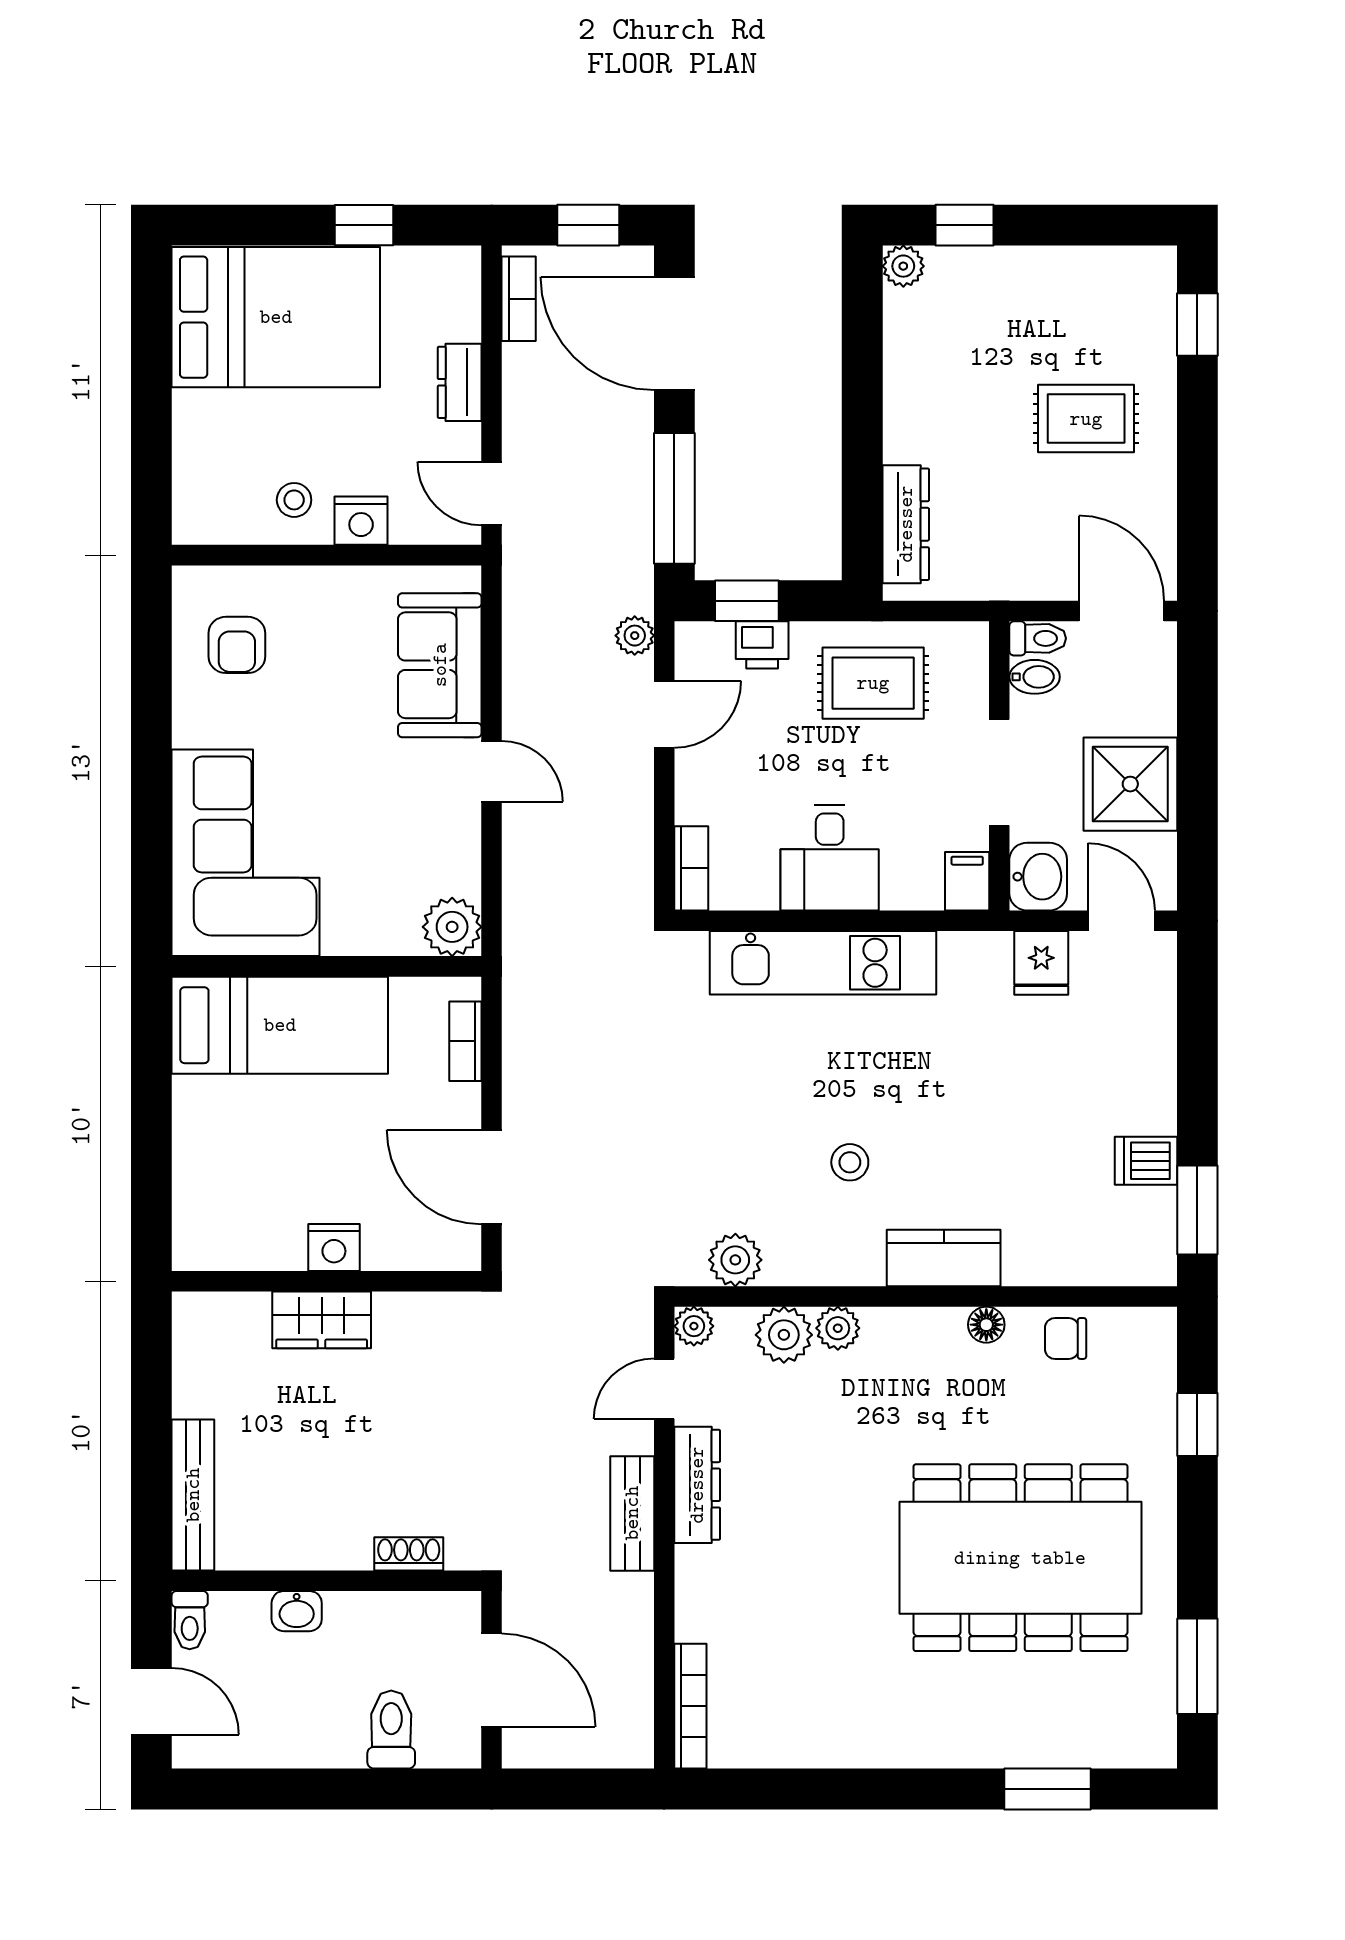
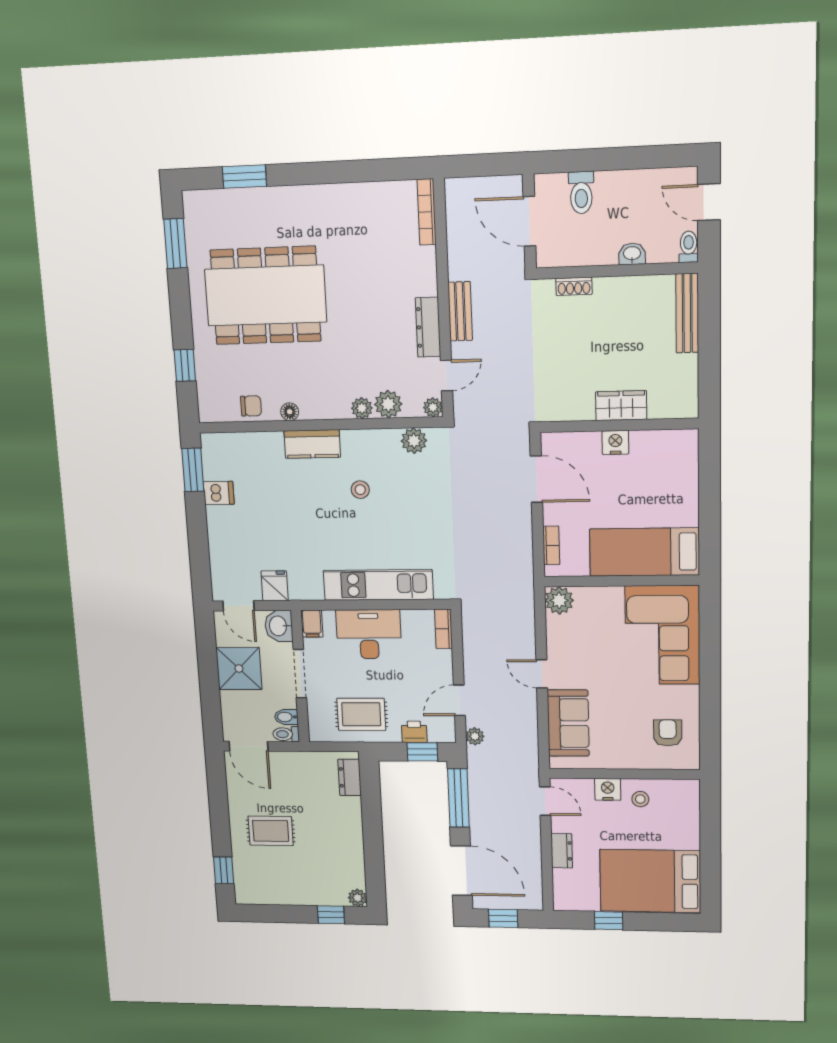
bookcase: (519, 299) -> (535, 887), removed
dresser: (906, 524) -> (350, 777), width x0.70
desk: (830, 858) -> (369, 634), width x1.37

